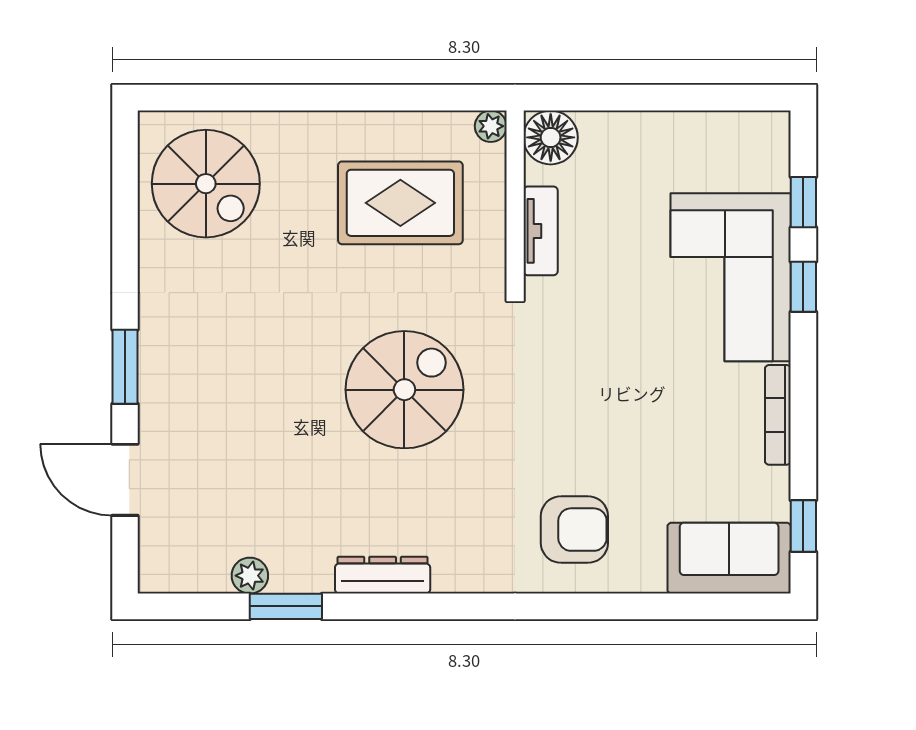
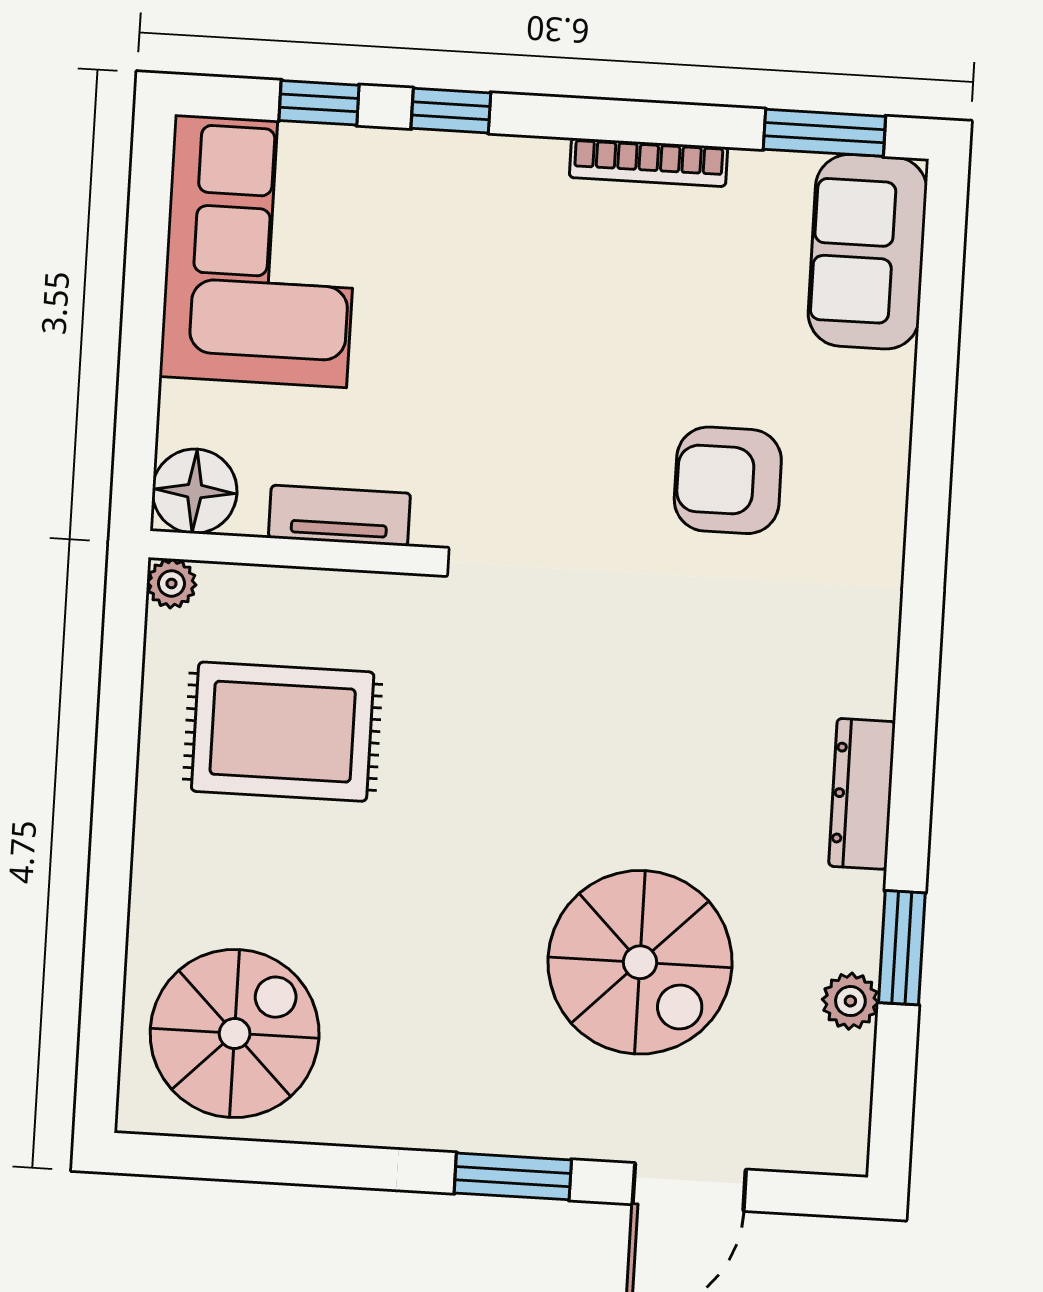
rug: (400, 203) -> (283, 732), turned 90
corner sofa: (731, 277) -> (261, 251), moved, turned -90
spiral stairs: (404, 390) -> (640, 962), moved, turned 180
window: (803, 526) -> (824, 133), width x1.50
armchair: (574, 530) -> (728, 480), moved, turned -90

